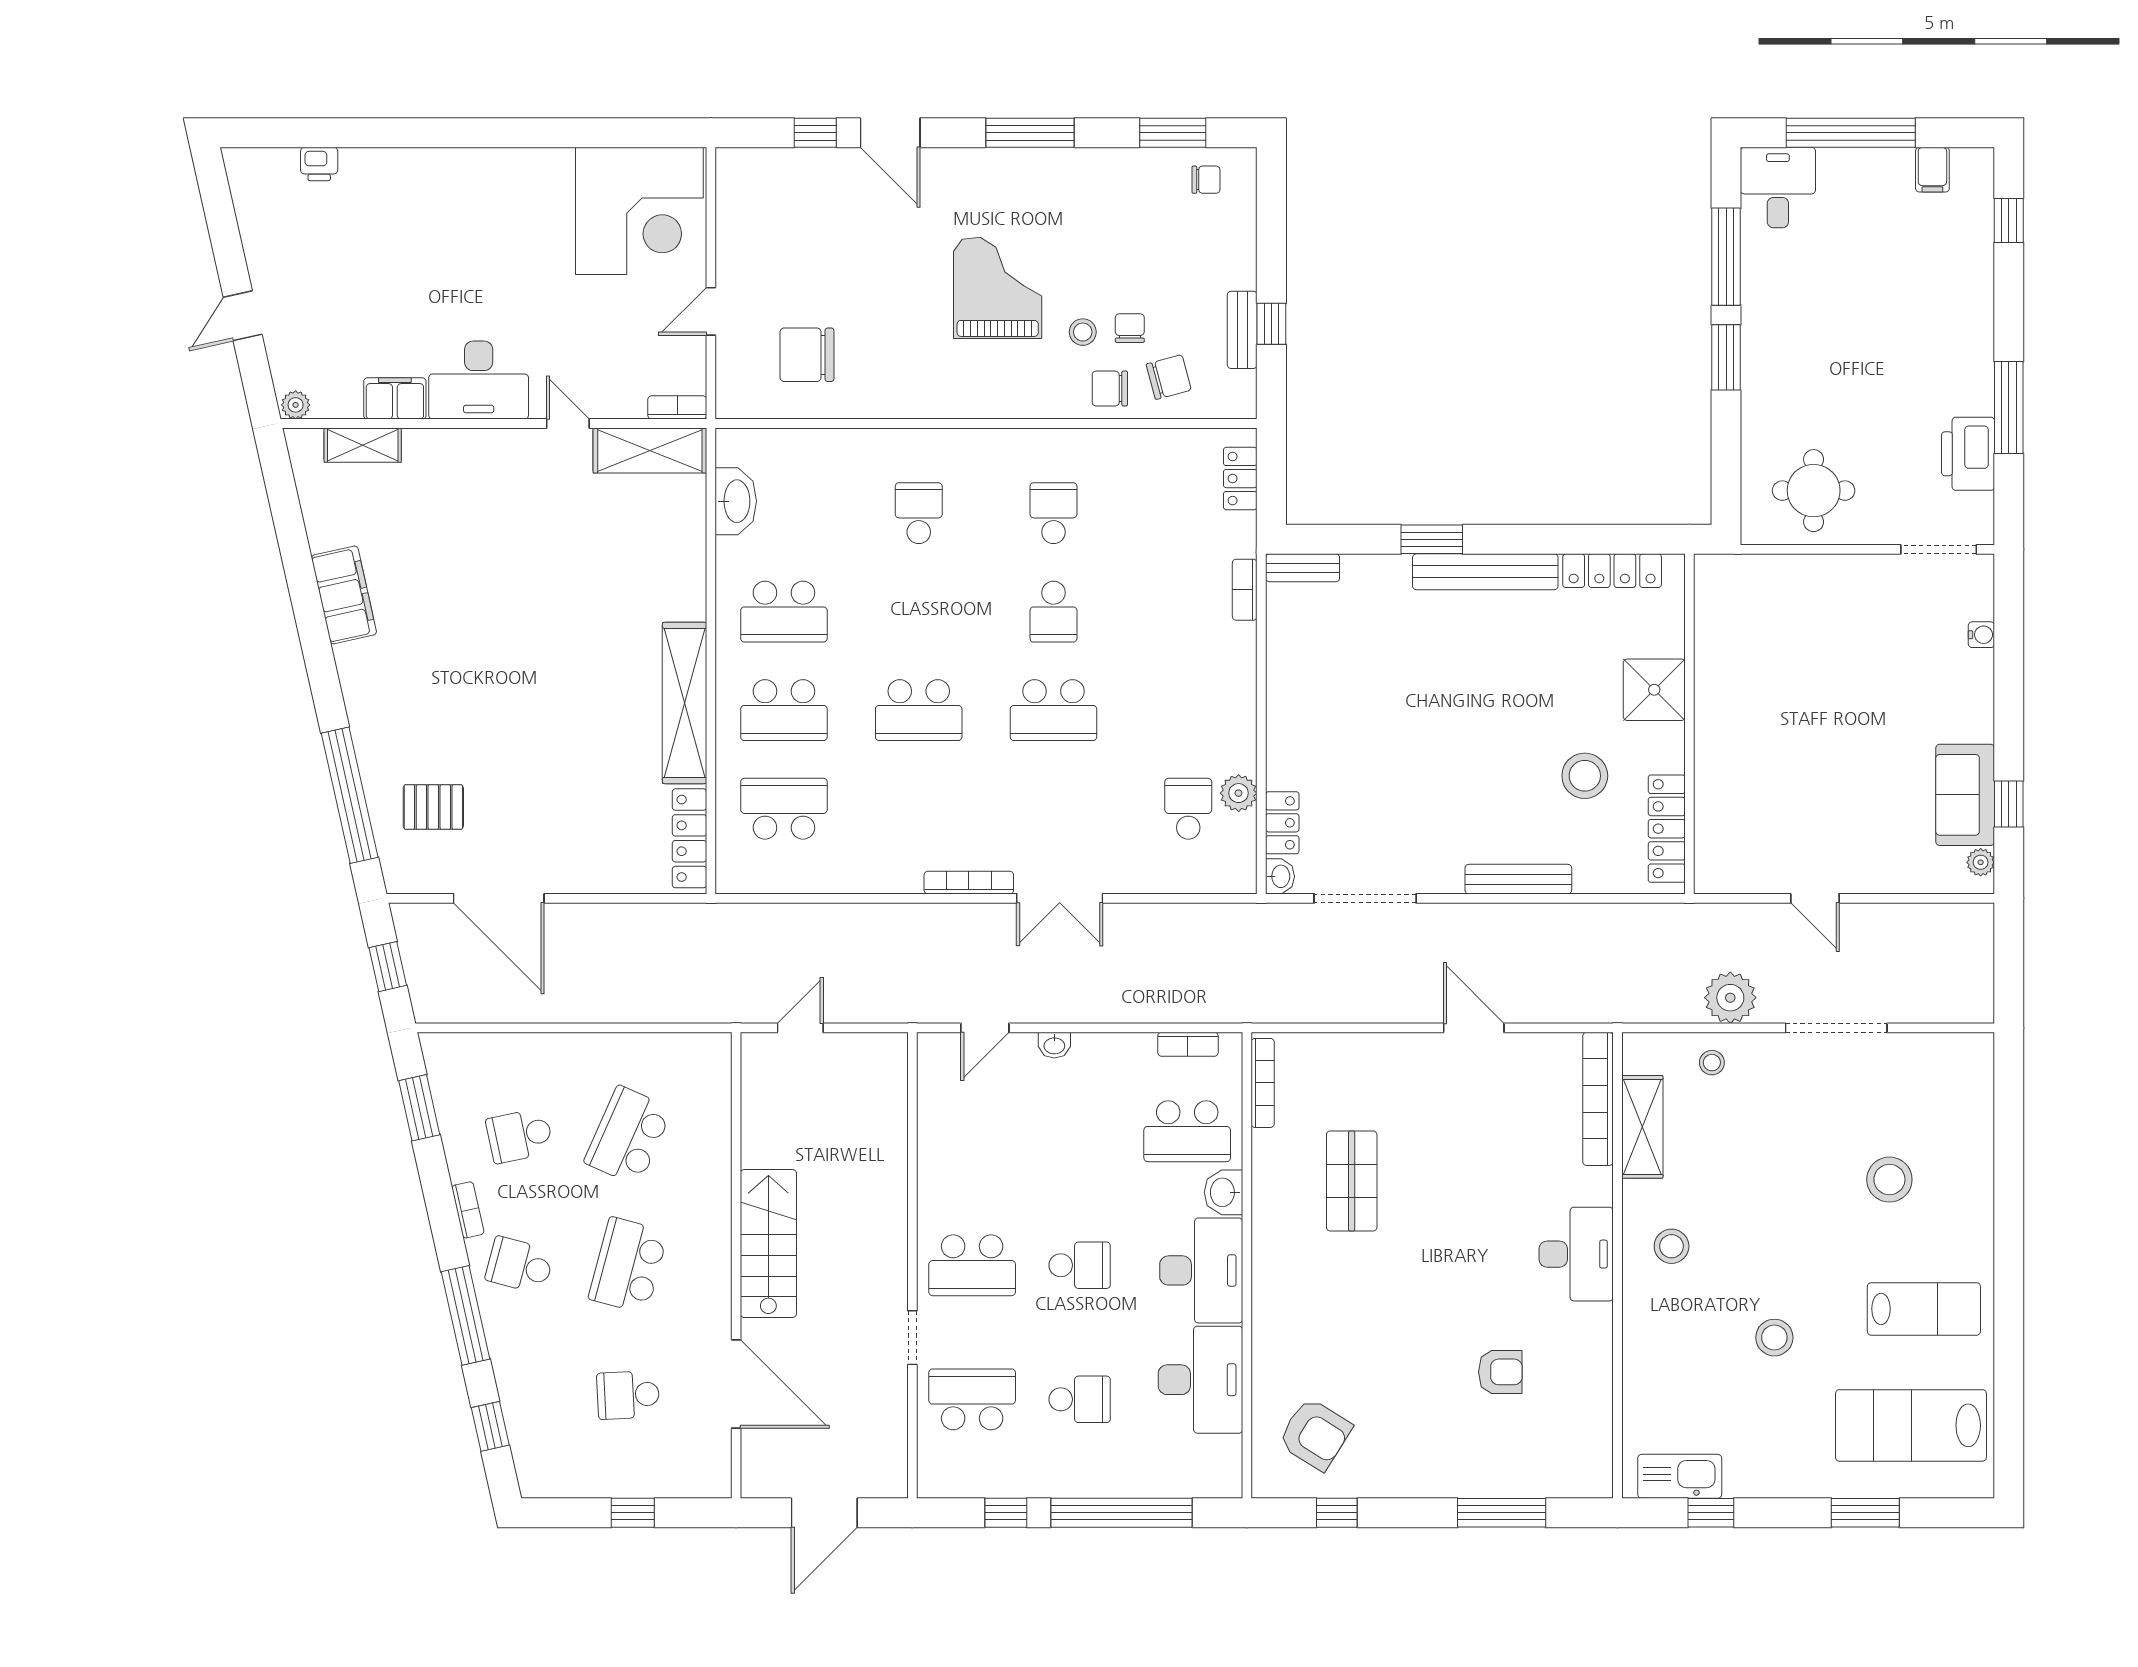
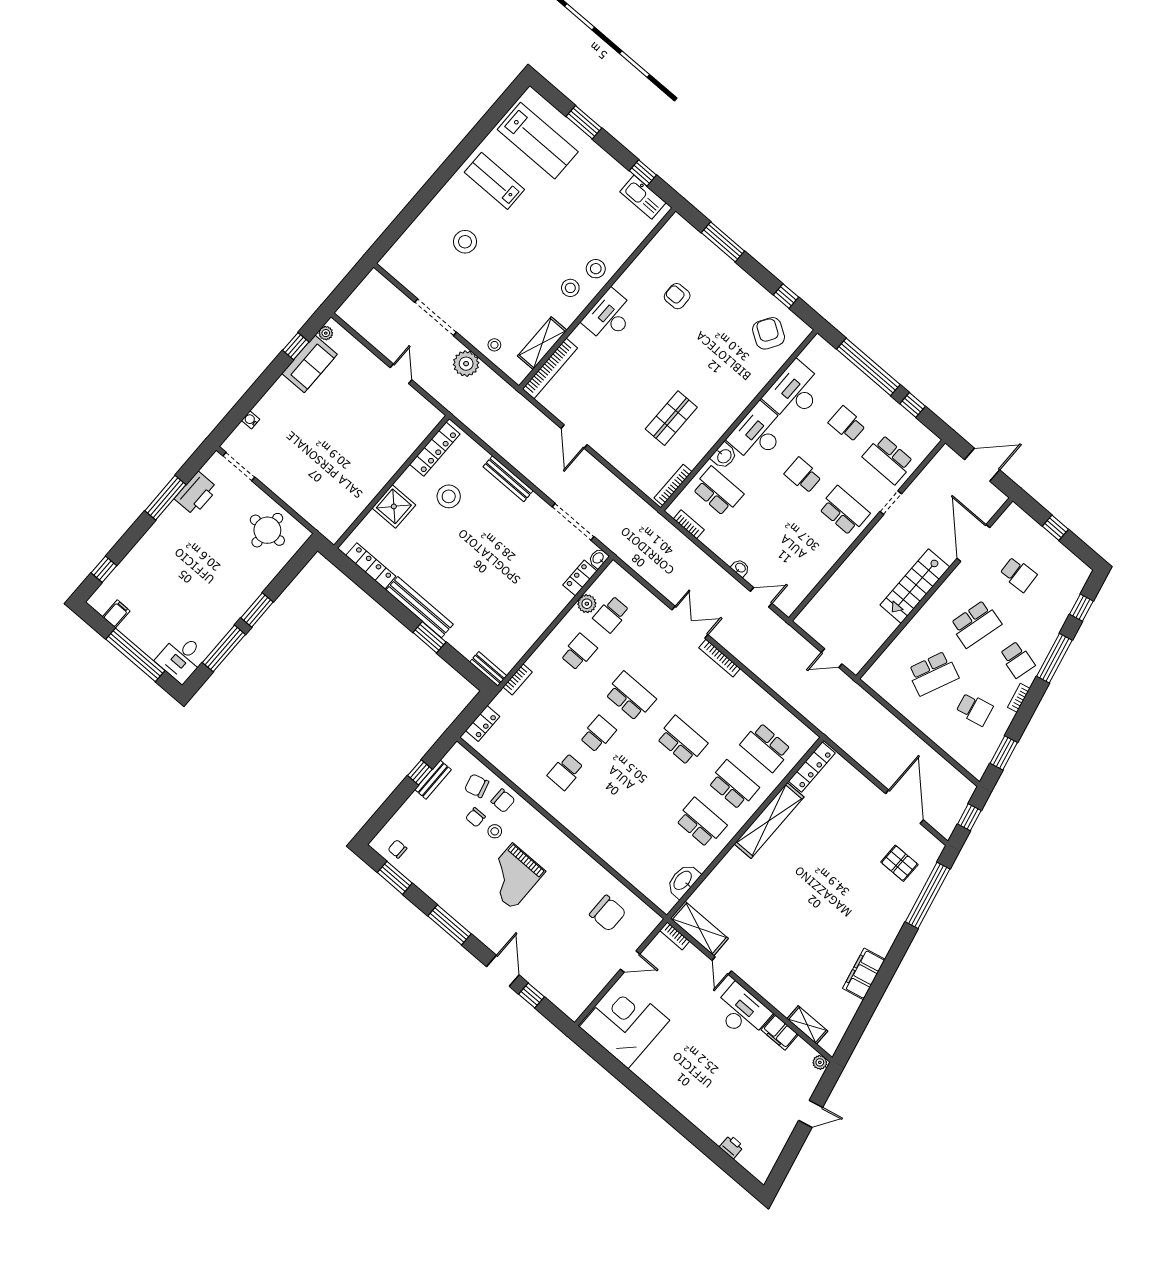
school desk: (919, 513) -> (579, 652), moved, turned 180
stool: (1774, 1338) -> (596, 269), moved

